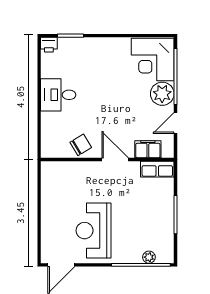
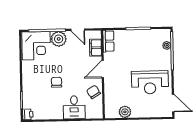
chair: (97, 89) -> (57, 82), added
desk: (58, 95) -> (74, 107), moved
plant: (50, 192) -> (125, 112), added

